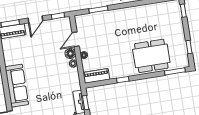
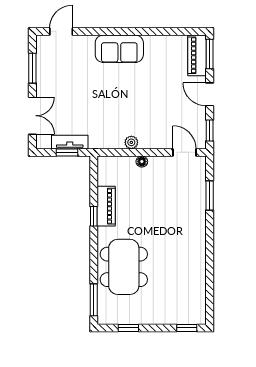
door: (76, 39) -> (185, 152), moved
floor lamp: (70, 54) -> (148, 141), removed
piano: (96, 76) -> (106, 206), moved
sofa: (17, 86) -> (119, 49), width x0.73

